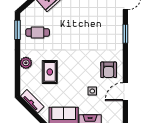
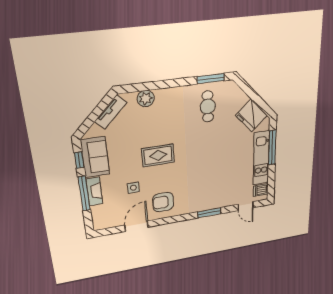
plant: (26, 63) -> (146, 99), moved
rug: (50, 72) -> (158, 155), moved
door: (125, 92) -> (137, 226), hinge flipped

